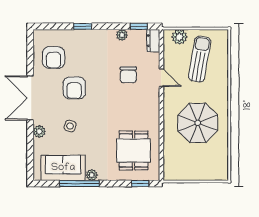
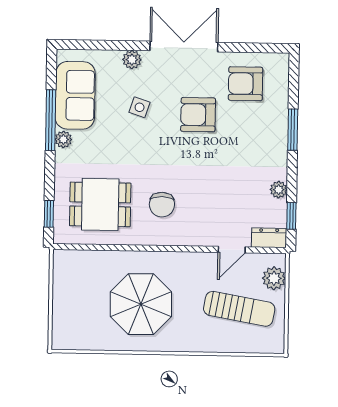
window: (83, 26) -> (293, 130), width x1.50
chair: (128, 75) -> (162, 205), moved, turned -90
door: (161, 78) -> (232, 250), moved

